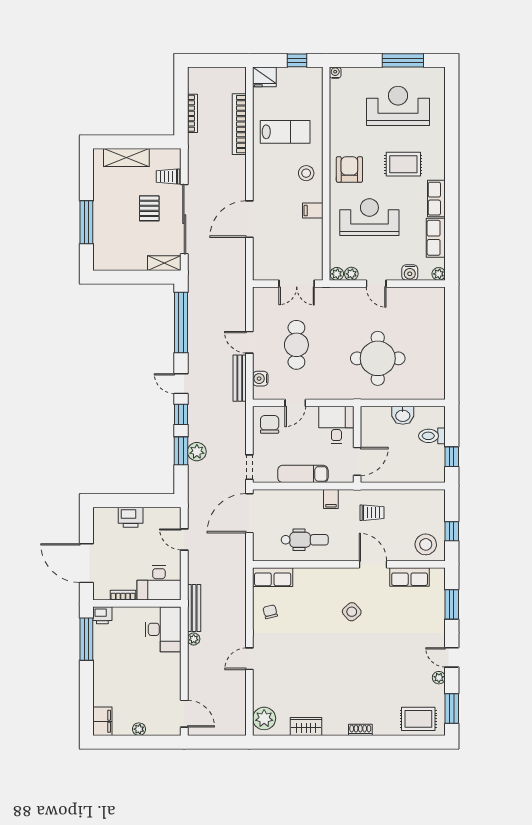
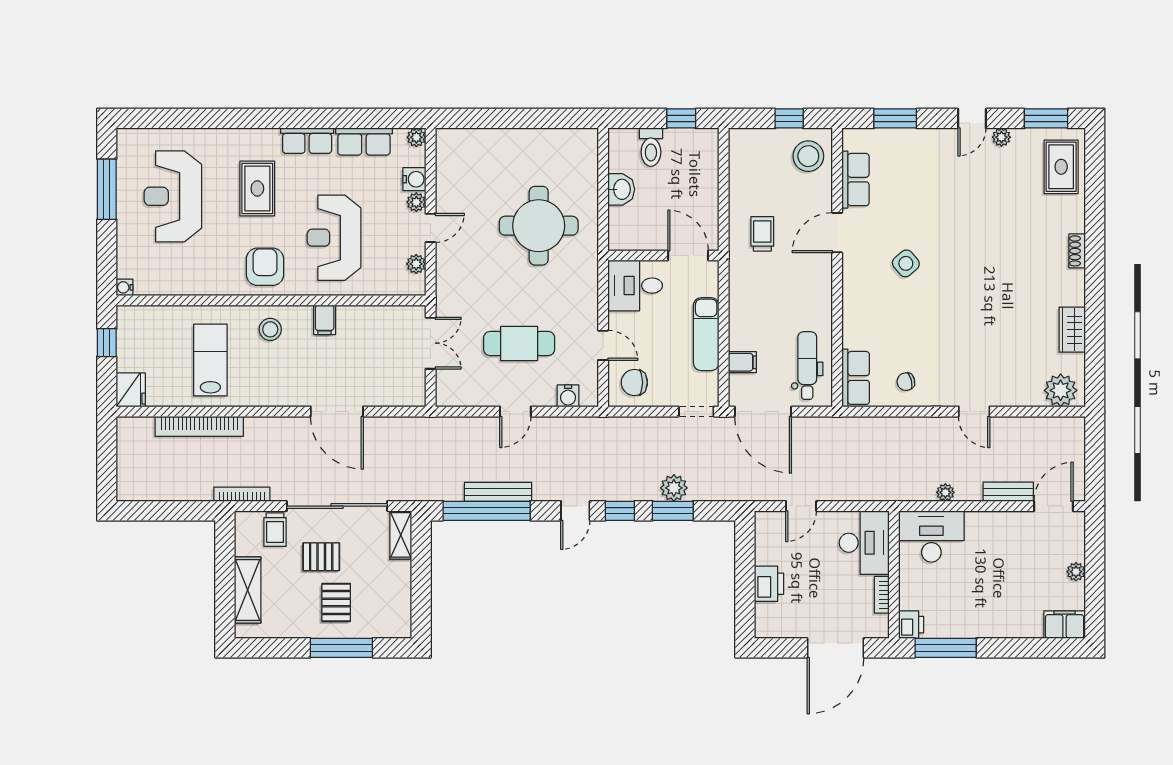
bookcase: (192, 113) -> (242, 494), moved
armchair: (349, 169) -> (265, 267), turned 90
pallet: (118, 219) -> (336, 603), added
plant: (337, 274) -> (416, 202), moved
bench: (240, 378) -> (498, 492), moved
filing cabinet: (331, 499) -> (742, 362), moved
dental chair: (305, 540) -> (807, 366), moved
bench: (194, 608) -> (1008, 492), moved, width x0.73

